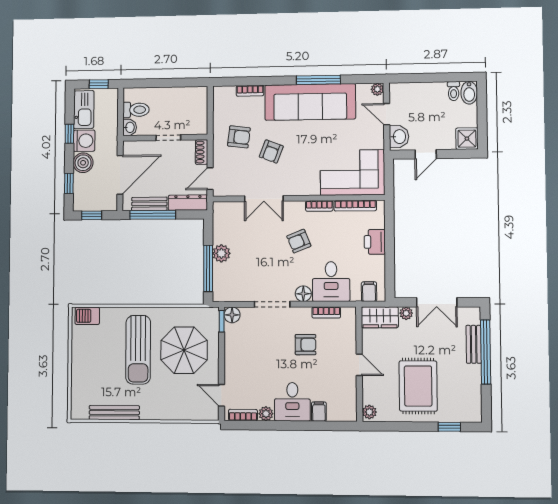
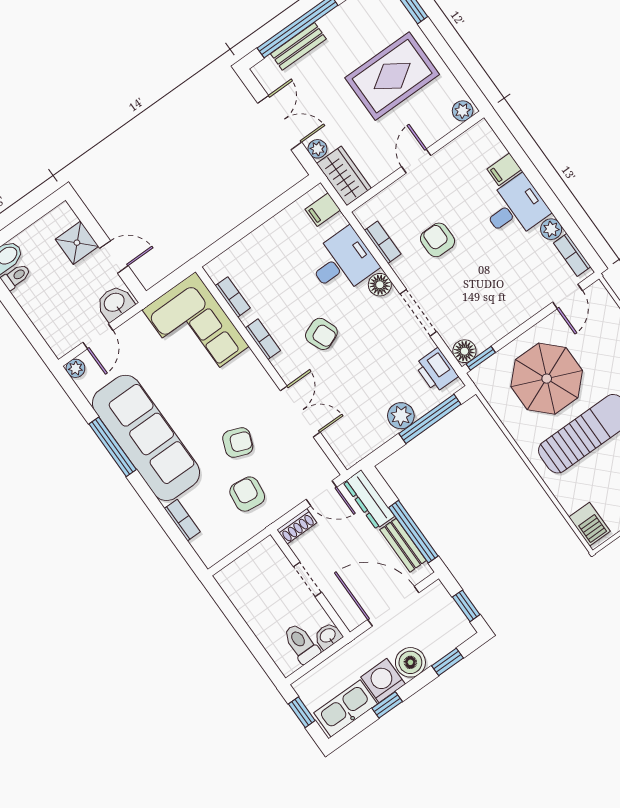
shower: (467, 139) -> (77, 243), moved
bookcase: (355, 206) -> (233, 297), width x0.64
printer: (375, 242) -> (437, 370), moved, turned 90

